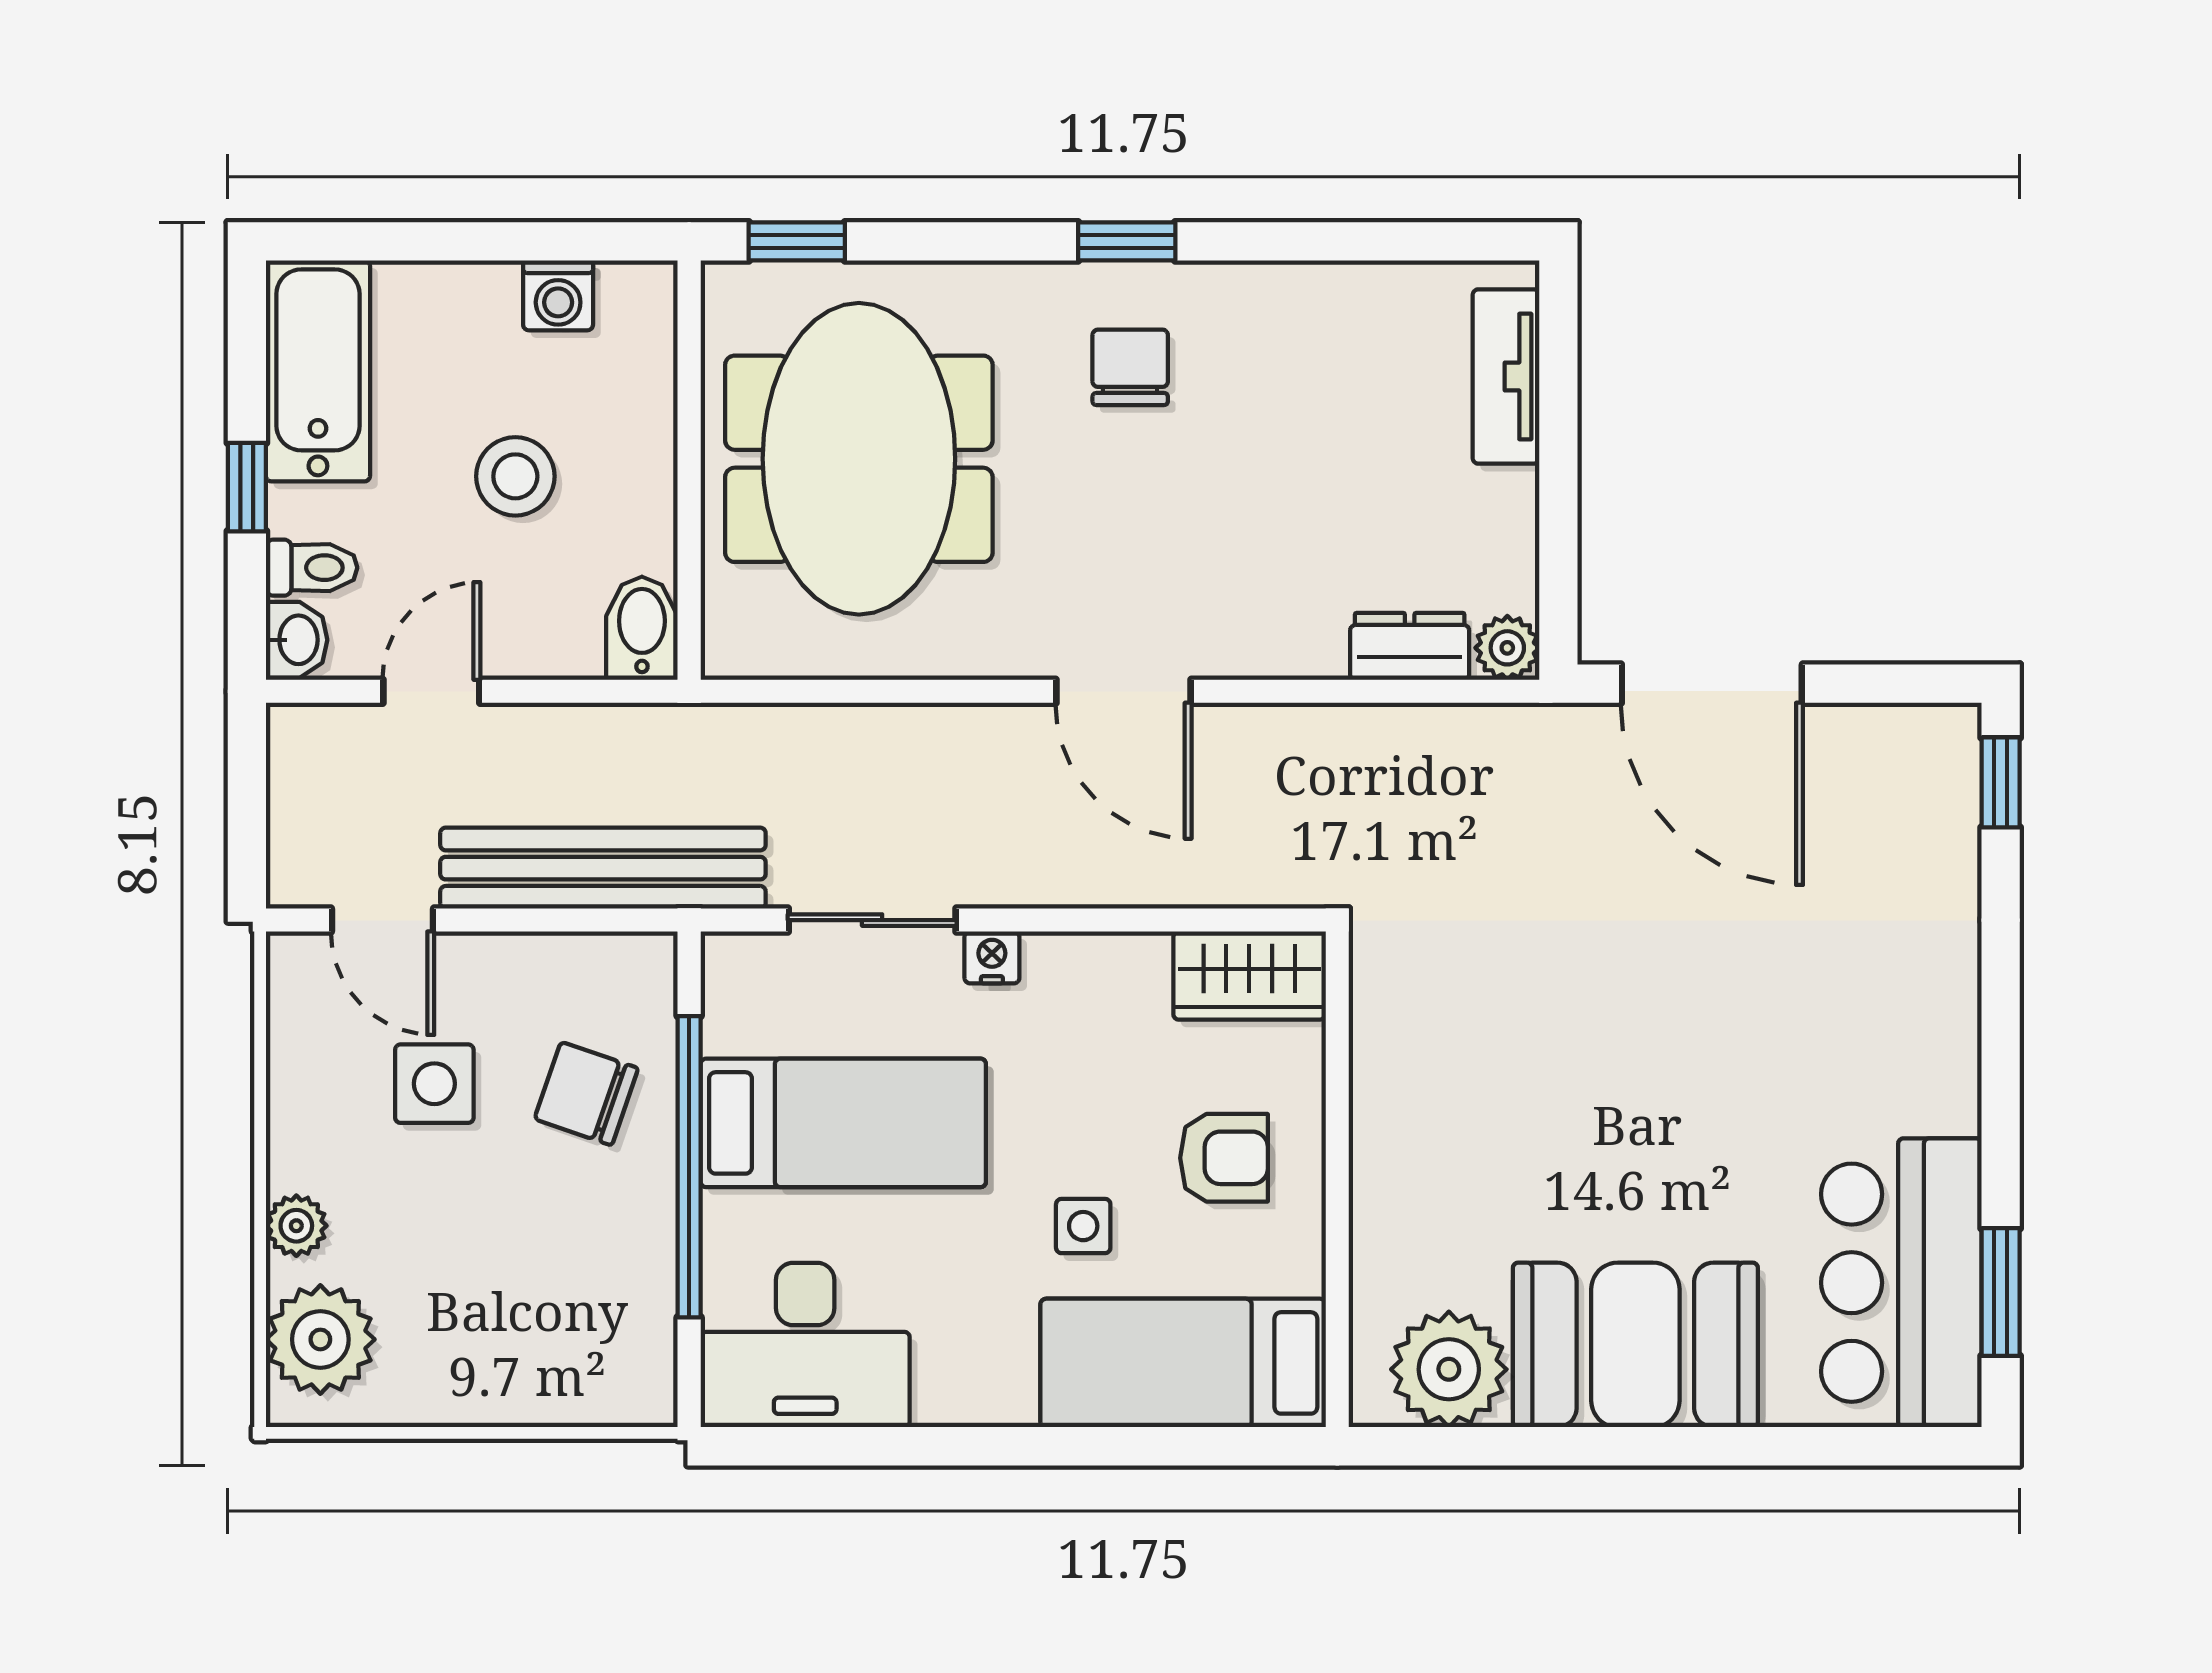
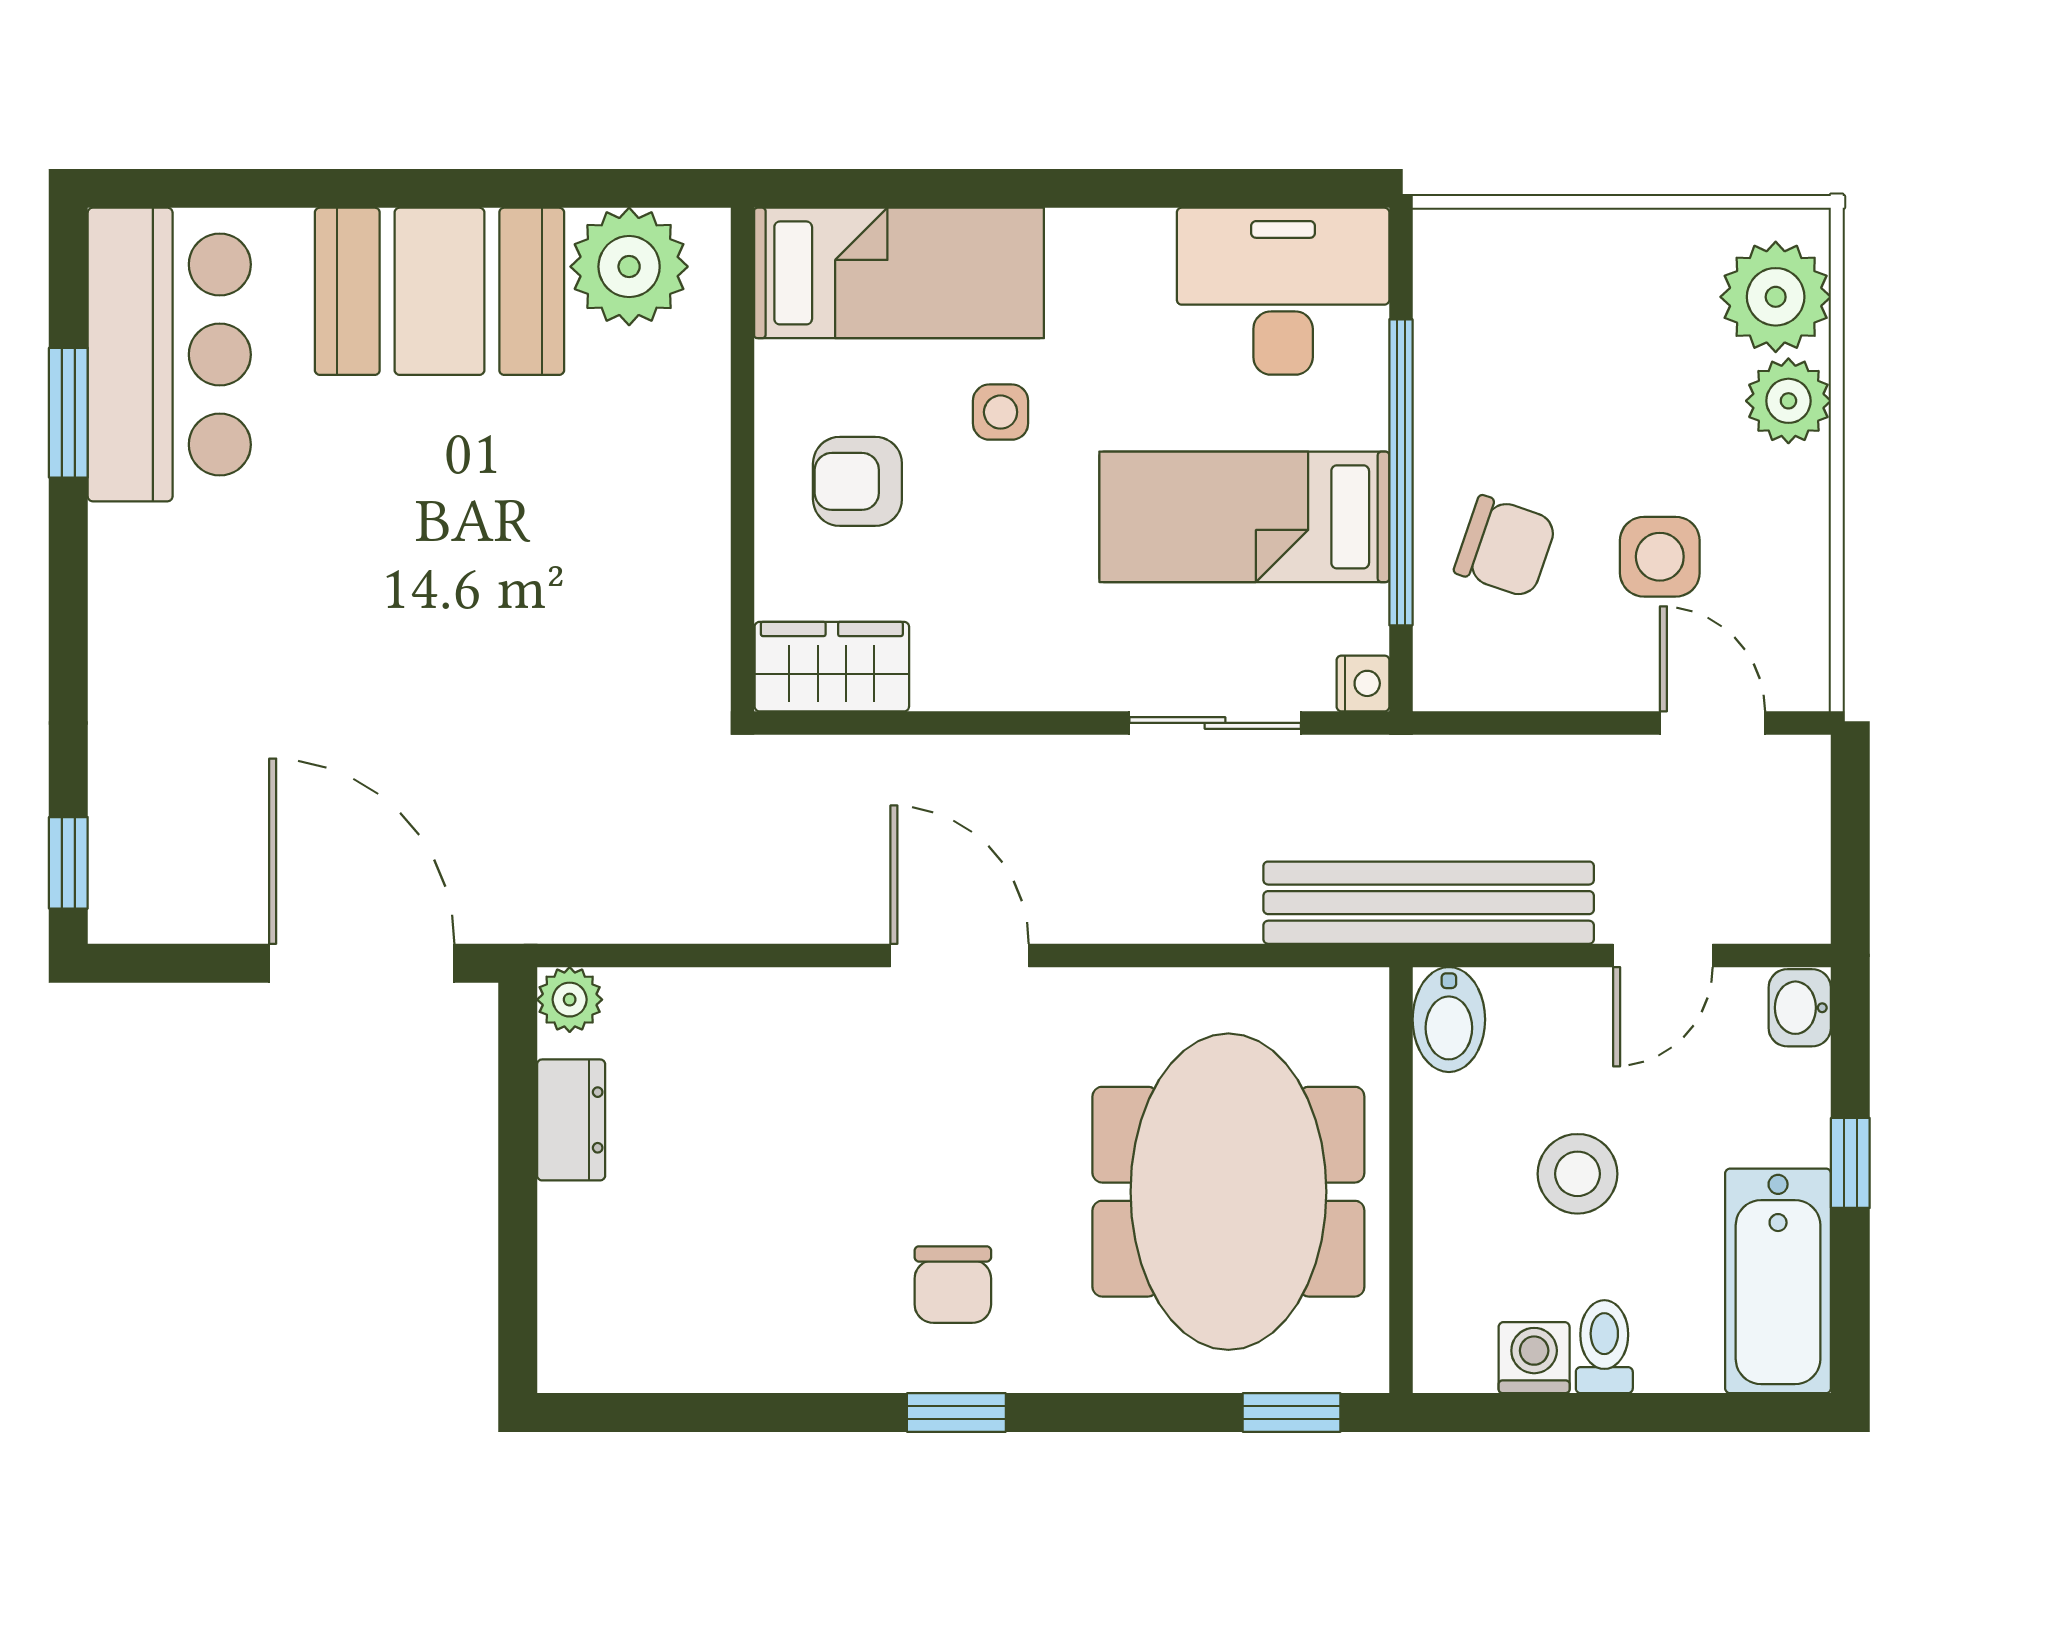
tv unit: (1506, 377) -> (571, 1275), removed
toilet: (312, 568) -> (1604, 1347), moved, turned 90
dresser: (1410, 646) -> (571, 1120), moved, turned -90
bench: (603, 868) -> (1429, 903), moved
nightstand: (992, 957) -> (1363, 683), moved, turned -90
plant: (296, 1226) -> (1788, 401), width x1.38, depth x1.38
window: (2001, 1292) -> (68, 413), moved

